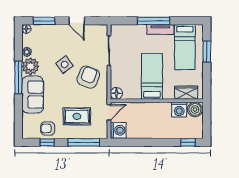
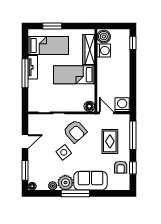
armchair: (88, 77) -> (75, 131), turned -153
wardrobe: (186, 93) -> (89, 50), width x1.50

